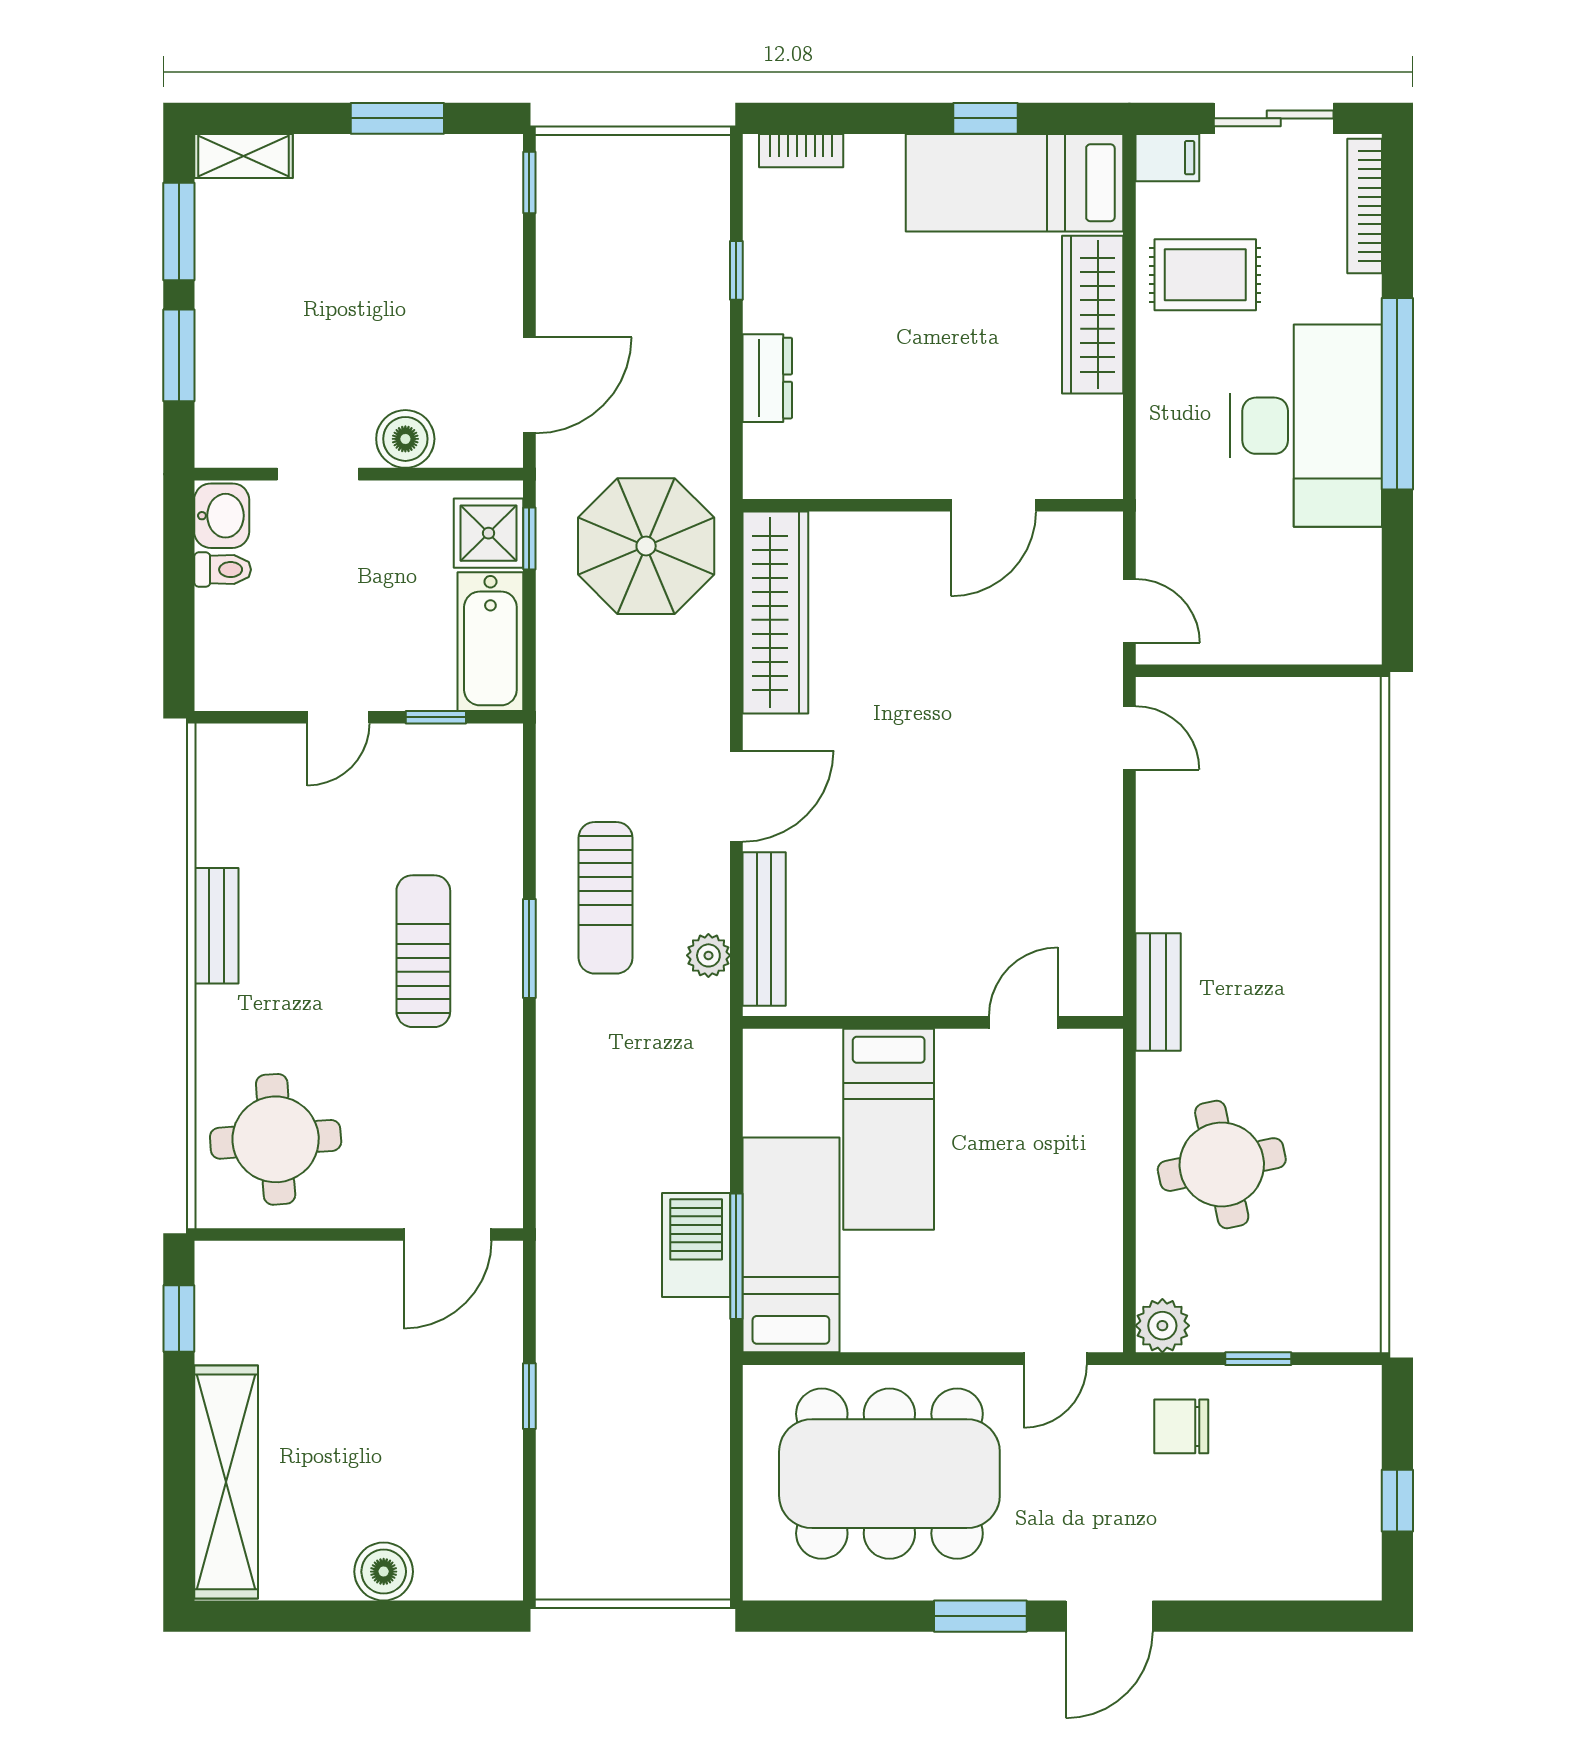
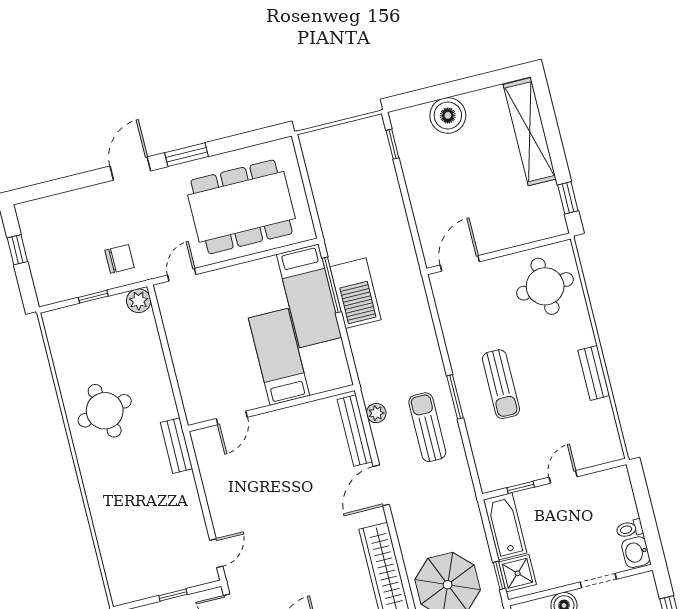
window: (1245, 671) -> (173, 595), added
door: (1129, 738) -> (216, 553), swing flipped
round table: (1222, 1165) -> (105, 411), moved
barbecue: (696, 1245) -> (356, 293), width x1.37, depth x1.21
window: (529, 1396) -> (392, 144), moved
boiler: (384, 1572) -> (448, 115), width x1.37, depth x1.37

